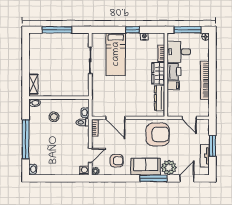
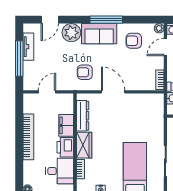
filing cabinet: (173, 85) -> (66, 125), width x2.00
door: (115, 118) -> (113, 92), moved
door: (189, 118) -> (47, 92), hinge flipped
armchair: (158, 134) -> (85, 72), width x0.53, depth x0.53
window: (212, 146) -> (19, 59), width x1.44
window: (153, 178) -> (106, 20), moved

